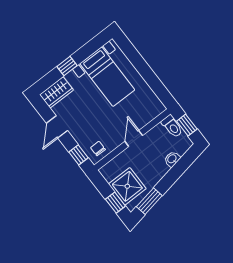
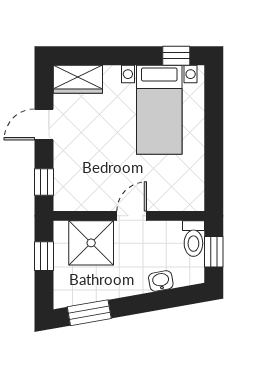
window: (67, 66) -> (176, 56), moved
chair: (98, 148) -> (76, 193), removed
shower: (127, 186) -> (91, 243), moved
window: (115, 203) -> (44, 256), moved

